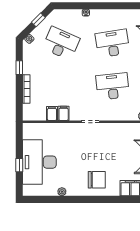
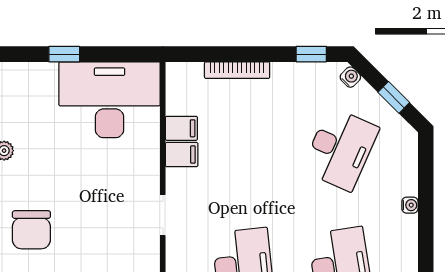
window: (19, 68) -> (311, 54), moved
desk: (39, 162) -> (110, 100), moved

